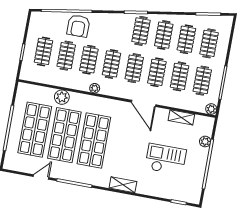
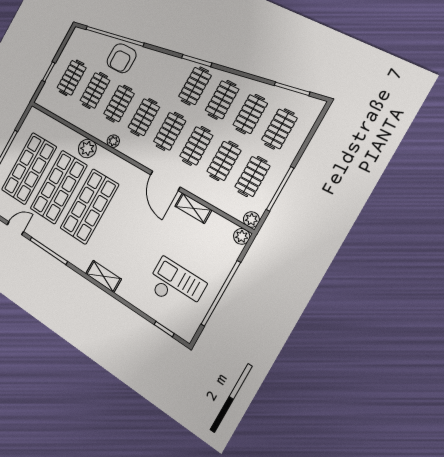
plant: (62, 97) -> (87, 148), moved
shelving: (181, 117) -> (193, 208), moved
plant: (205, 141) -> (242, 236), moved
checkout: (166, 159) -> (176, 285), moved

